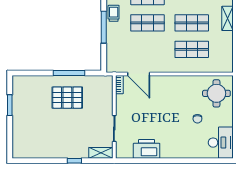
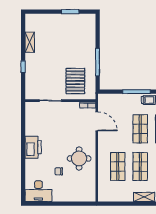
door: (139, 74) -> (97, 121), swing flipped
round table: (216, 93) -> (79, 158), moved
pallet: (67, 98) -> (75, 81), moved
printer: (147, 149) -> (33, 147), moved
shelving: (101, 153) -> (30, 42), moved

